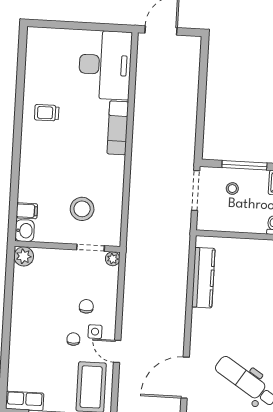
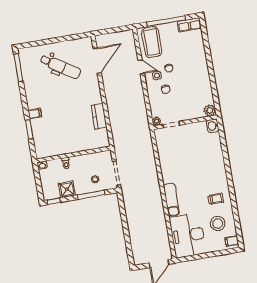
stool: (82, 209) -> (218, 224), moved
filing cabinet: (27, 211) -> (232, 241), moved
kitchen counter: (203, 278) -> (99, 116), width x0.67

